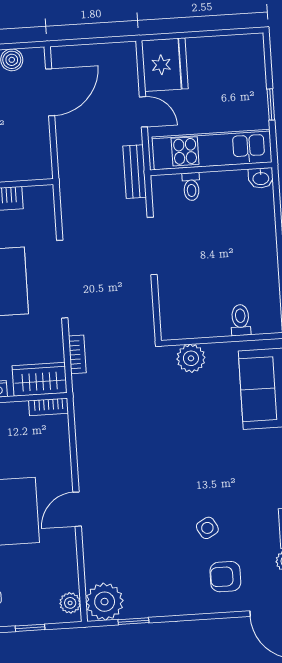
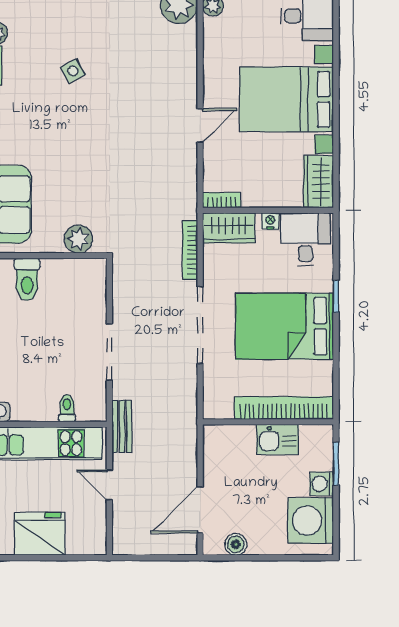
fridge: (165, 65) -> (40, 534), moved, turned 90
toilet: (241, 320) -> (27, 279), width x1.37, depth x1.39
bookcase: (77, 354) -> (190, 250), width x1.56
door: (77, 509) -> (200, 125), moved
armchair: (225, 577) -> (58, 22), removed

